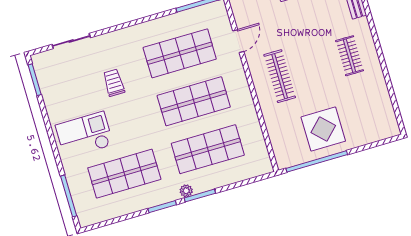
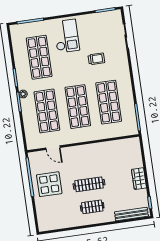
door: (238, 41) -> (53, 148), moved
clothes rail: (280, 76) -> (89, 184), moved

